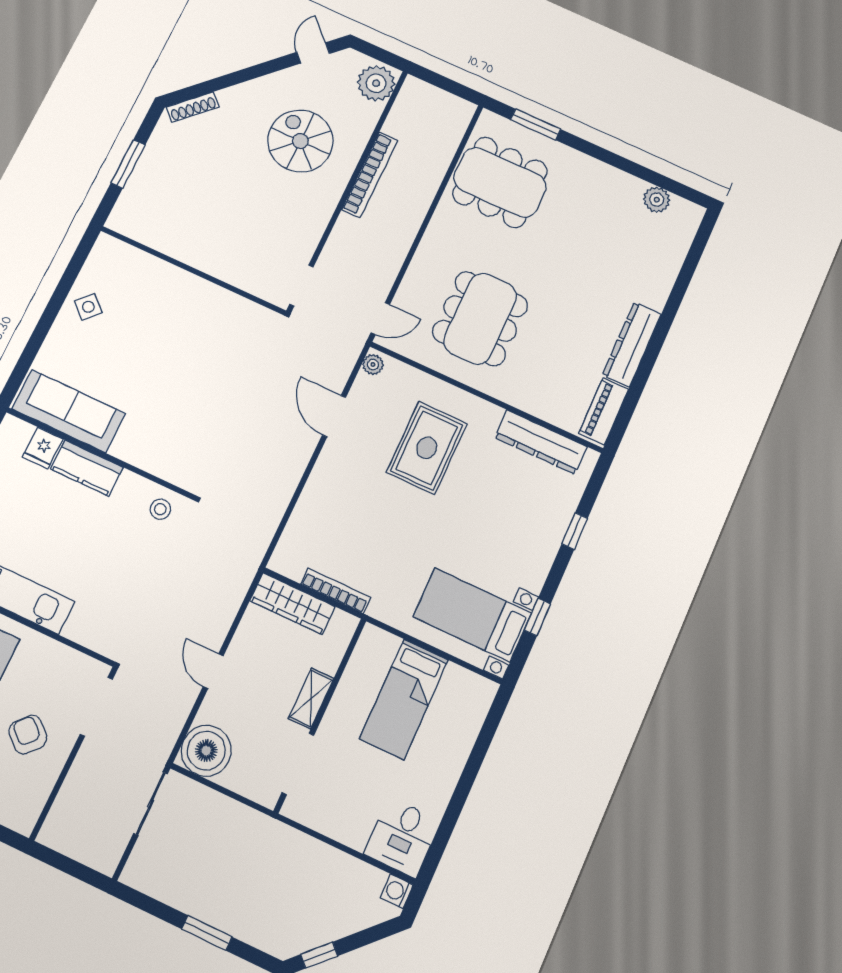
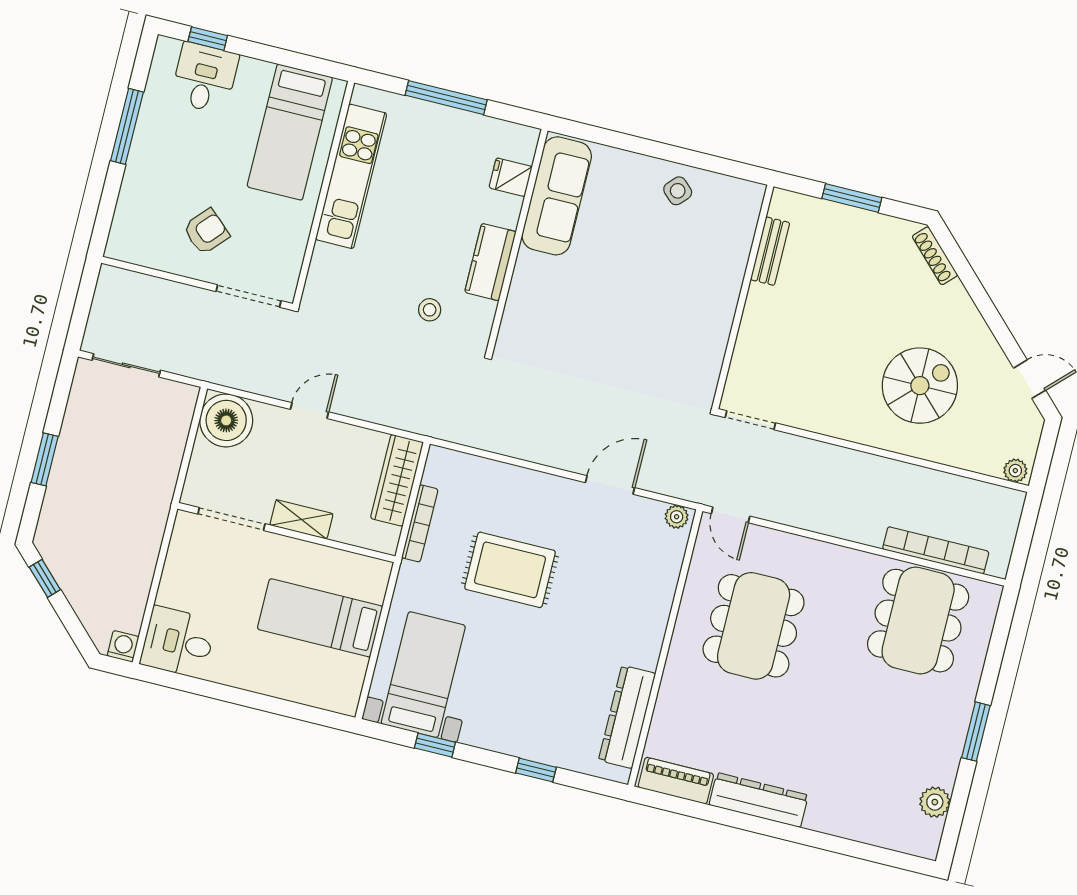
plant: (376, 83) -> (1015, 471), width x0.53, depth x0.53
window: (536, 124) -> (976, 732), moved
bookcase: (370, 175) -> (936, 550), moved, turned 180
bench: (158, 240) -> (770, 251), added
dining table: (480, 319) -> (754, 626), turned 90
rug: (427, 448) -> (510, 570), moved
kitchen counter: (87, 468) -> (490, 262), moved
stool: (160, 509) -> (430, 310), moved
sliding door: (151, 804) -> (126, 365), moved

